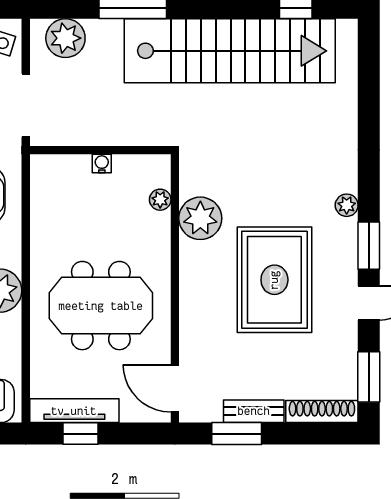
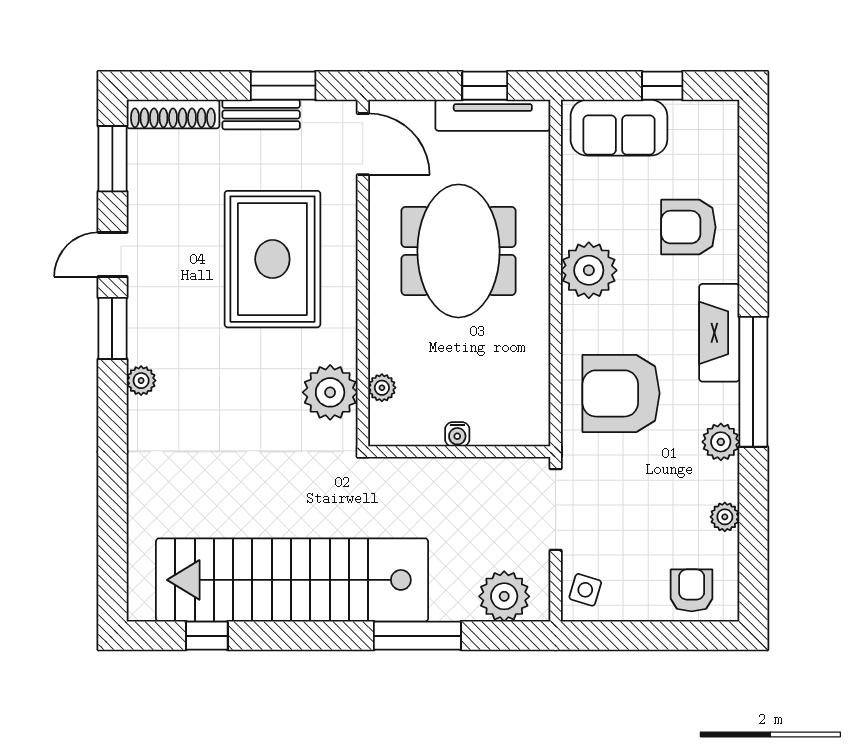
plant: (200, 218) -> (330, 392), moved
rug: (274, 280) -> (272, 259), moved
meeting table: (101, 306) -> (458, 251), turned 90

